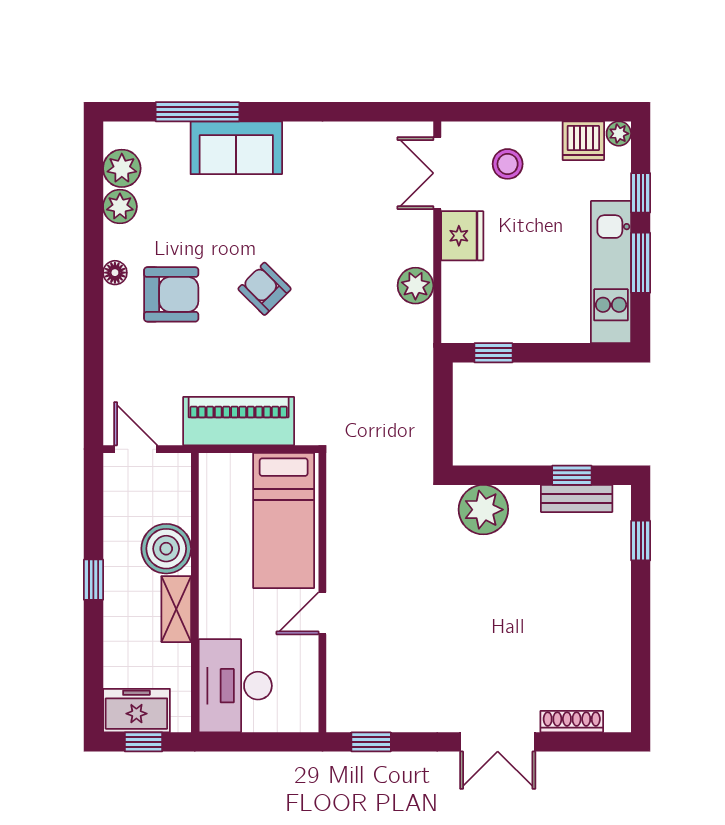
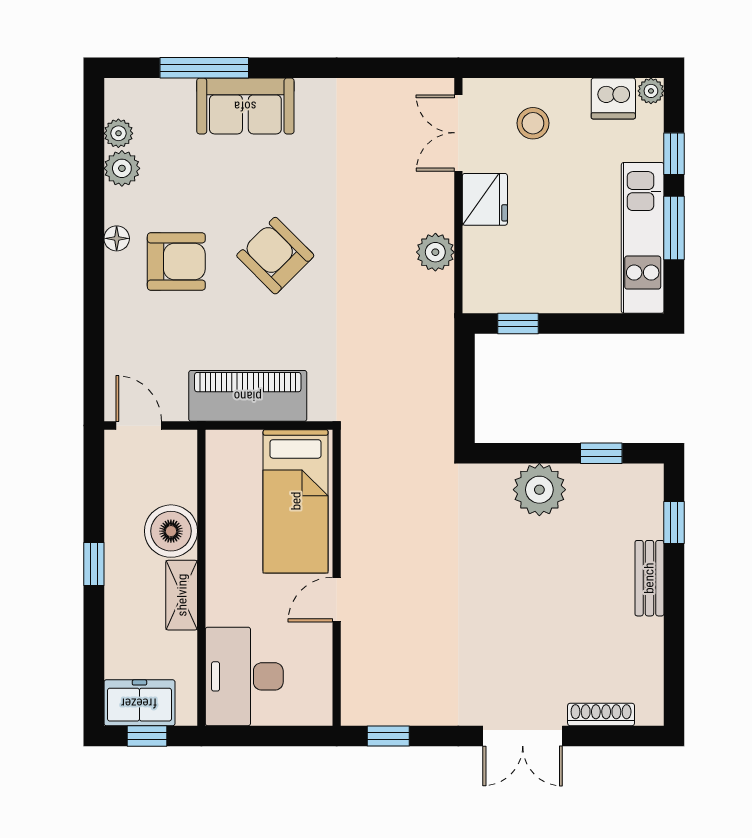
plant: (122, 168) -> (118, 133), width x0.73, depth x0.73
armchair: (265, 289) -> (275, 256), width x1.38, depth x1.38
bench: (577, 498) -> (649, 578), moved, turned 90
plant: (483, 510) -> (539, 490), moved

